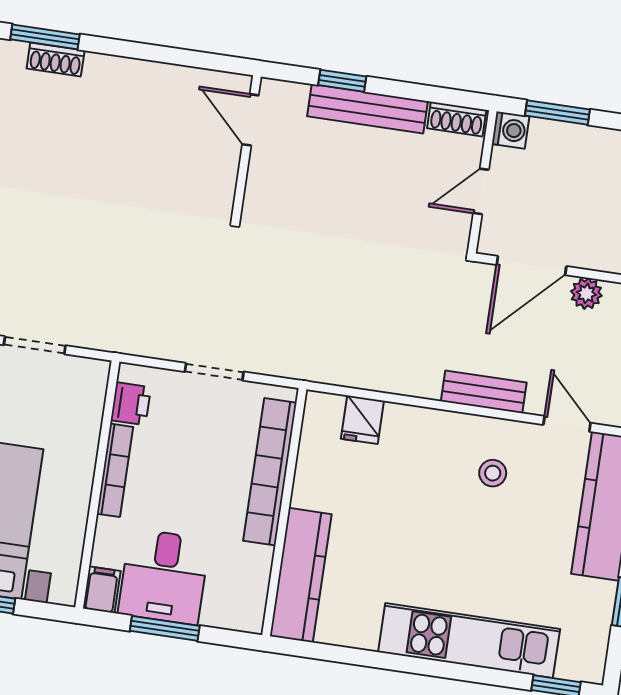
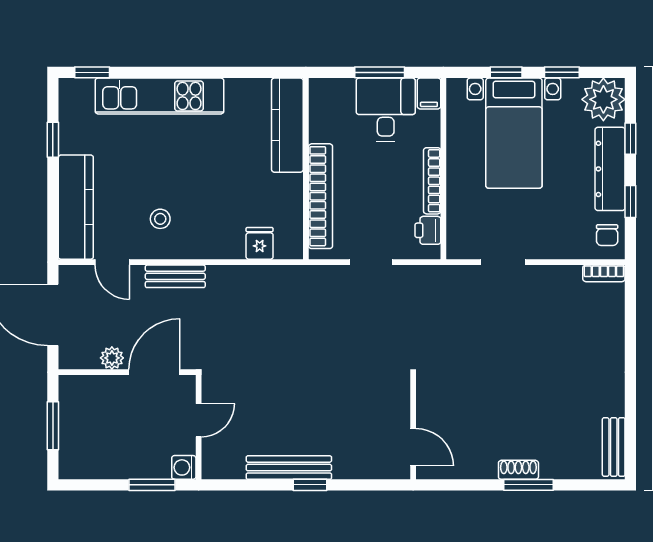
shoe rack: (457, 119) -> (224, 470), removed
door: (250, 120) -> (413, 447), moved
wall: (246, 147) -> (413, 427), moved

